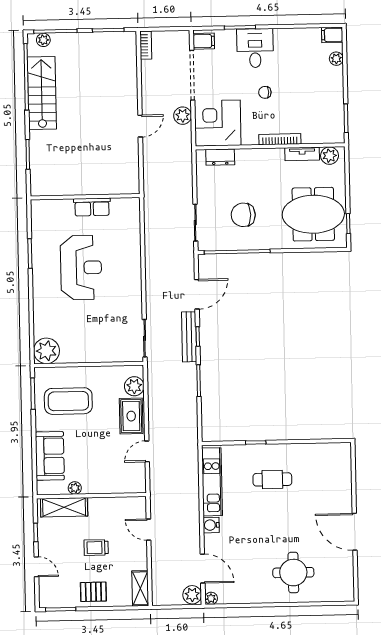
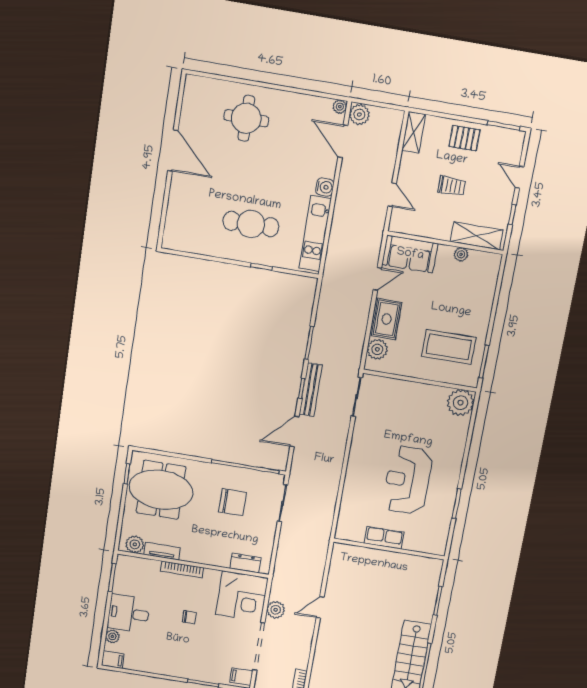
desk: (255, 48) -> (129, 613), moved, turned 90
sofa: (50, 456) -> (410, 254), moved, turned -90
cafe table: (272, 479) -> (251, 224), width x1.37, depth x1.35

